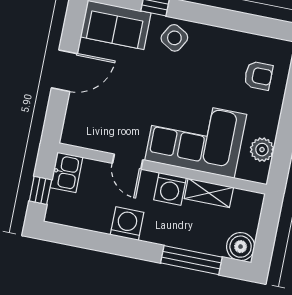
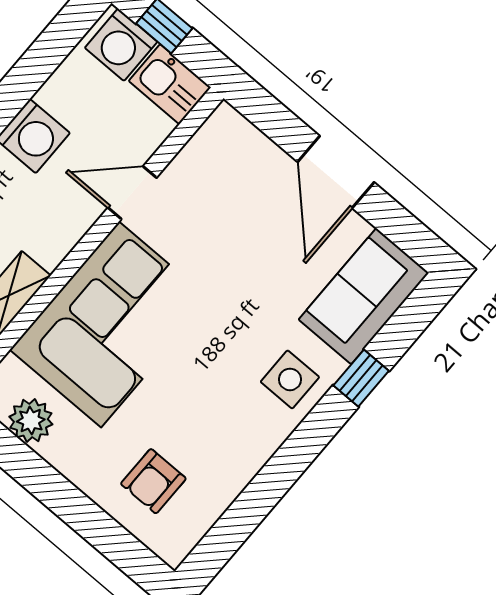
side table: (174, 38) -> (290, 379), turned -30
washing machine: (170, 189) -> (121, 45), moved, turned -90

